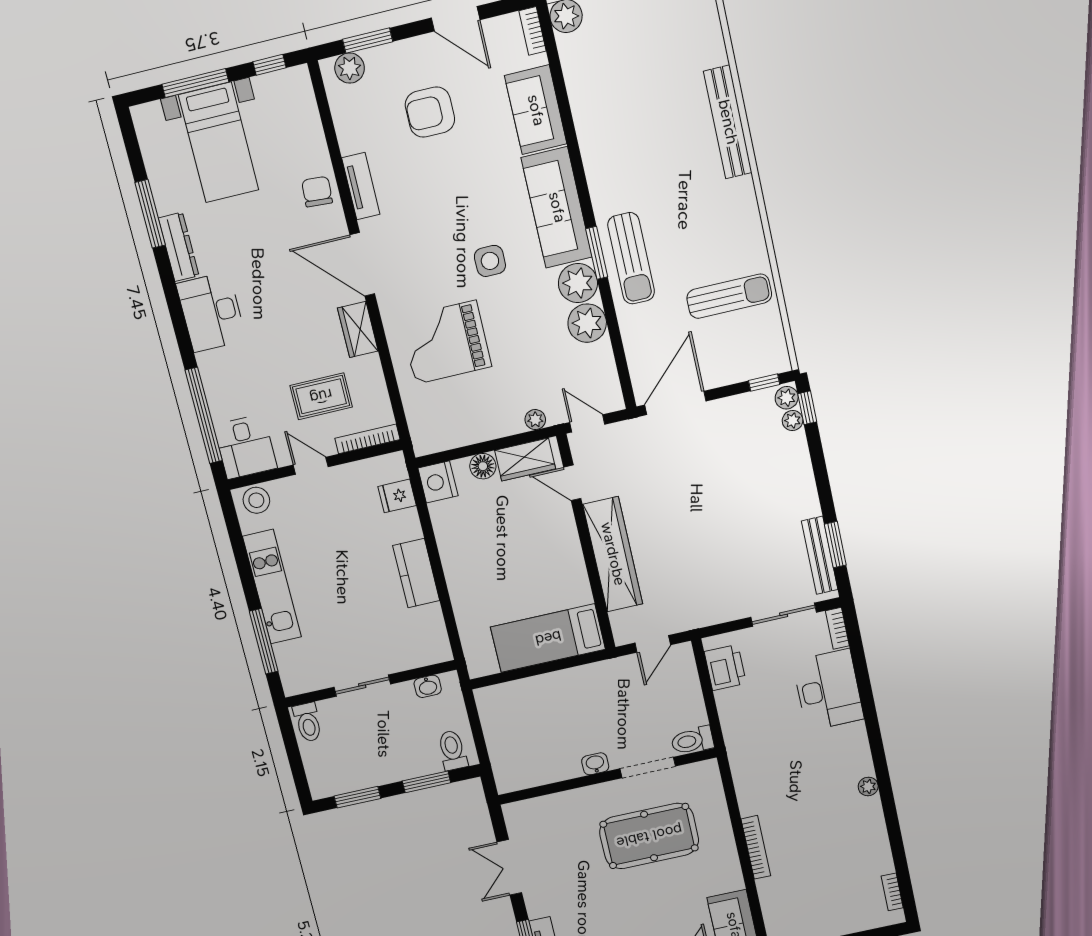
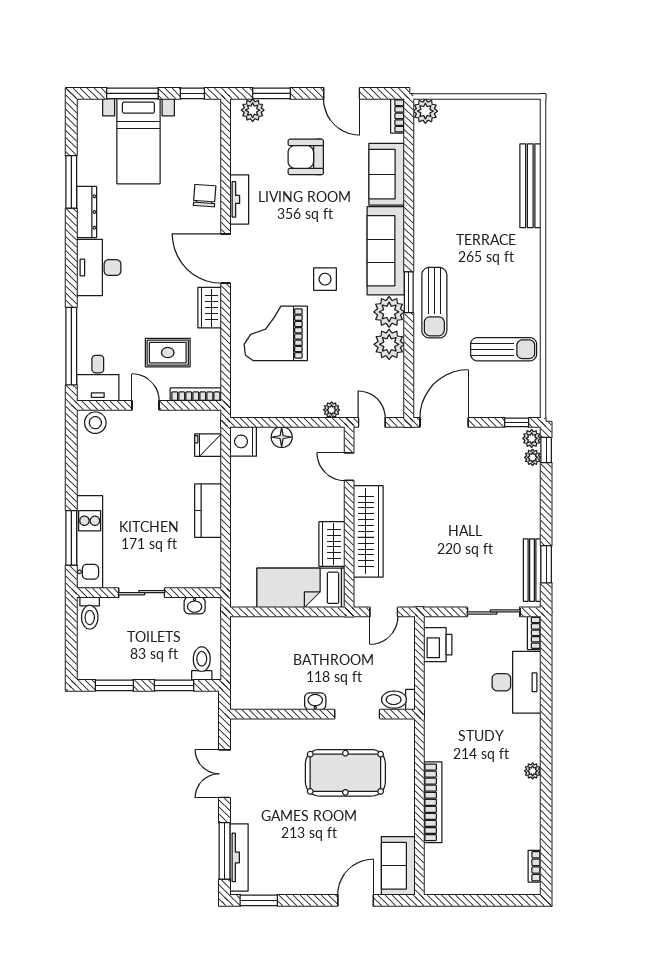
bench: (728, 122) -> (530, 186), moved
wardrobe: (525, 460) -> (332, 544), moved, turned 90
kitchen unit: (272, 587) -> (90, 542), moved
bookcase: (756, 847) -> (433, 802), width x1.48, depth x1.31

